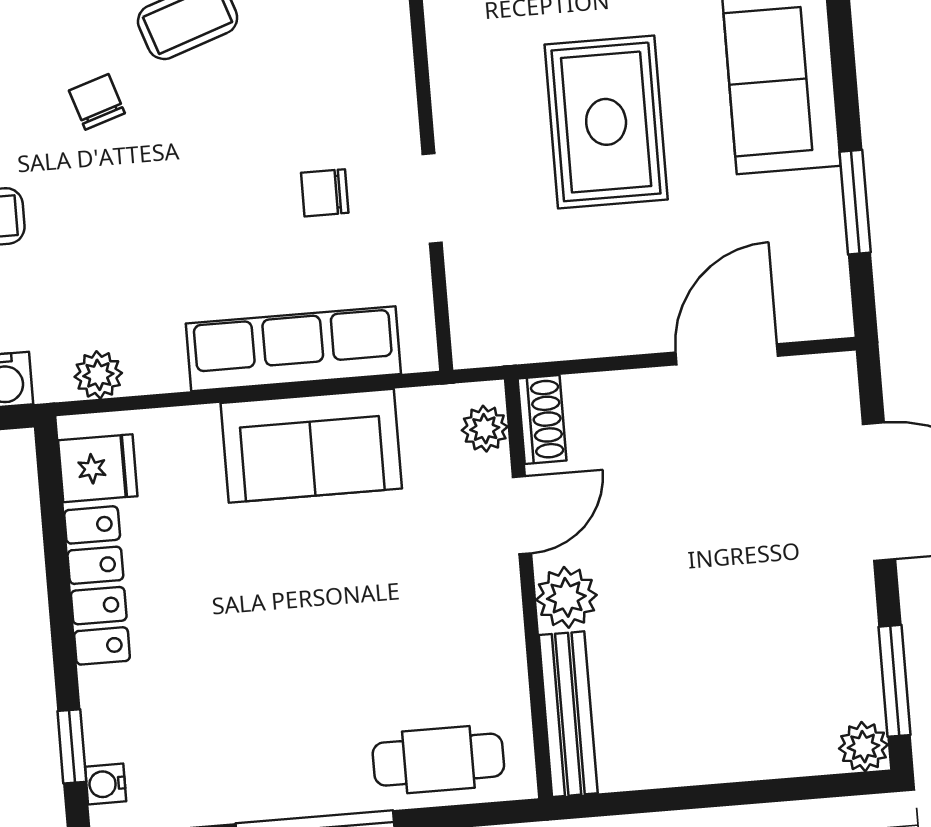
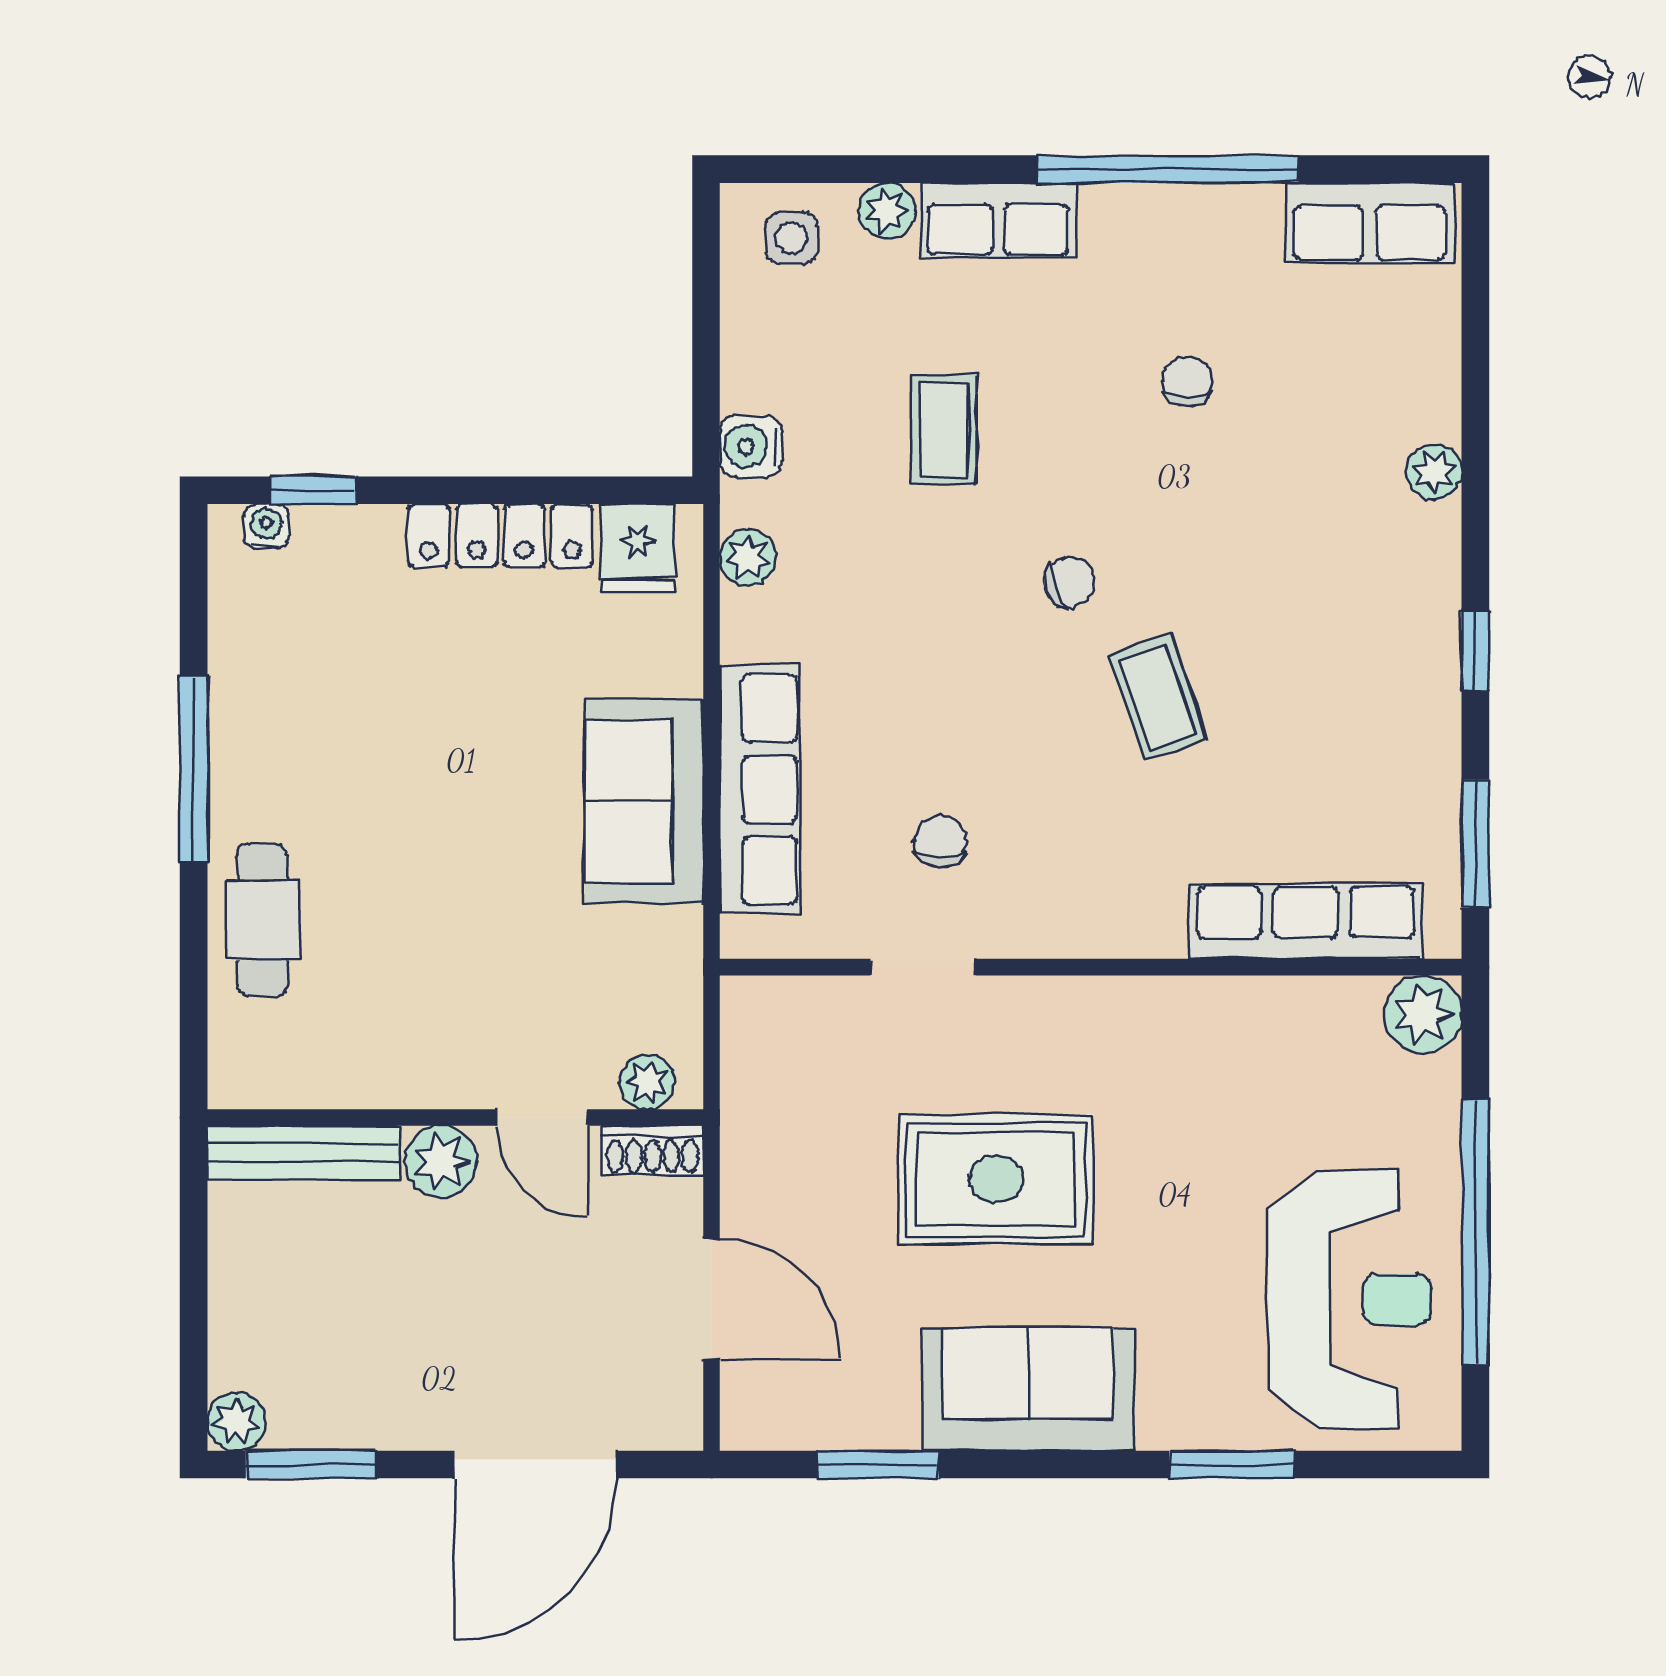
shoe rack: (542, 420) -> (653, 1150), moved
plant: (485, 429) -> (647, 1082), moved
door: (522, 515) -> (542, 1117), moved
wall: (528, 588) -> (455, 1117), moved
plant: (566, 597) -> (441, 1162), moved
bench: (568, 714) -> (303, 1153), moved

